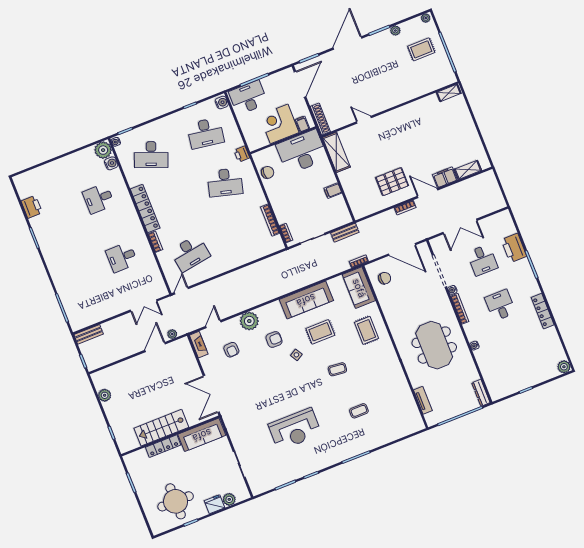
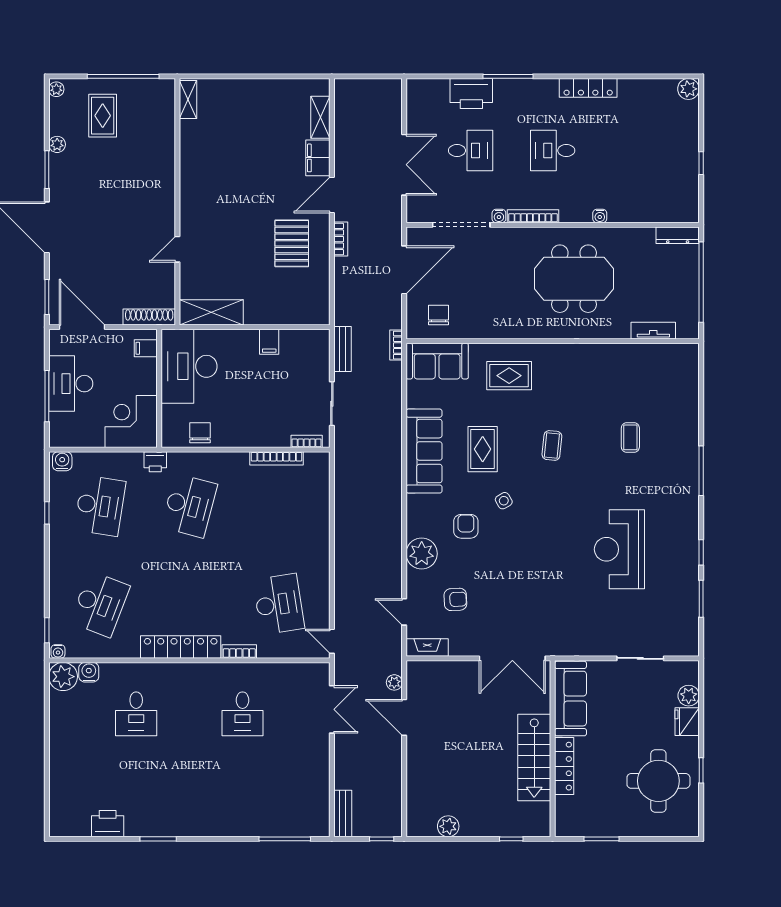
desk: (248, 98) -> (71, 384), moved
corner desk: (279, 124) -> (131, 421), moved, turned 90
reception desk: (295, 429) -> (619, 549), turned 180

